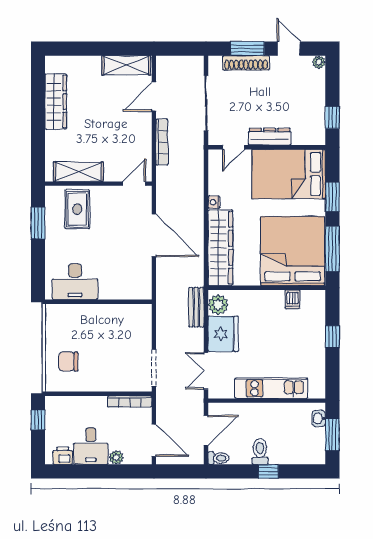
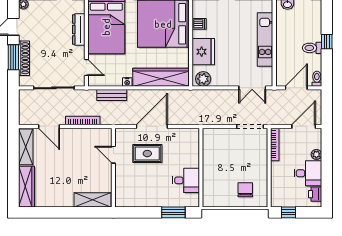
wardrobe: (56, 102) -> (27, 187), moved, turned 90
dresser: (270, 137) -> (79, 29), moved
shelving: (78, 172) -> (93, 200), moved, turned 90
door: (134, 184) -> (113, 155), moved
rug: (77, 209) -> (147, 154), moved
window: (38, 223) -> (173, 212), moved
desk: (75, 282) -> (186, 180), width x0.73
bench: (196, 307) -> (112, 95), moved
fridge: (223, 334) -> (203, 52), moved, turned 90
chair: (68, 361) -> (245, 190), turned 180
door: (206, 430) -> (296, 88), hinge flipped

